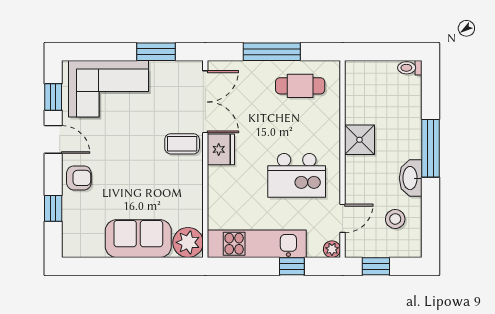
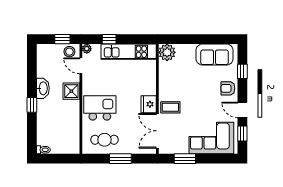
window: (272, 52) -> (120, 159), width x0.69
shower: (359, 140) -> (71, 91), moved
window: (430, 148) -> (32, 105), width x0.46
kitchen island: (297, 175) -> (100, 108), moved
door: (343, 218) -> (81, 66), hinge flipped
stool: (395, 219) -> (69, 52), moved
sofa: (138, 239) -> (215, 55), moved

